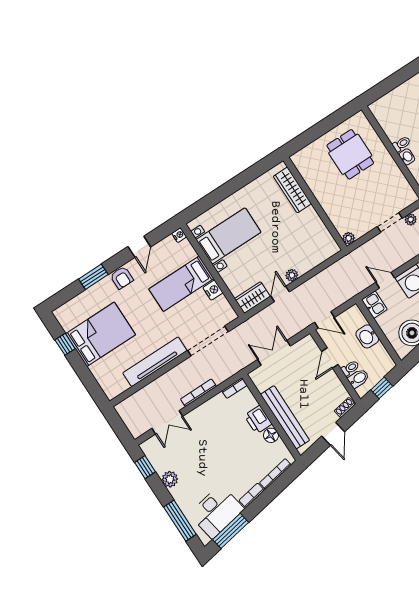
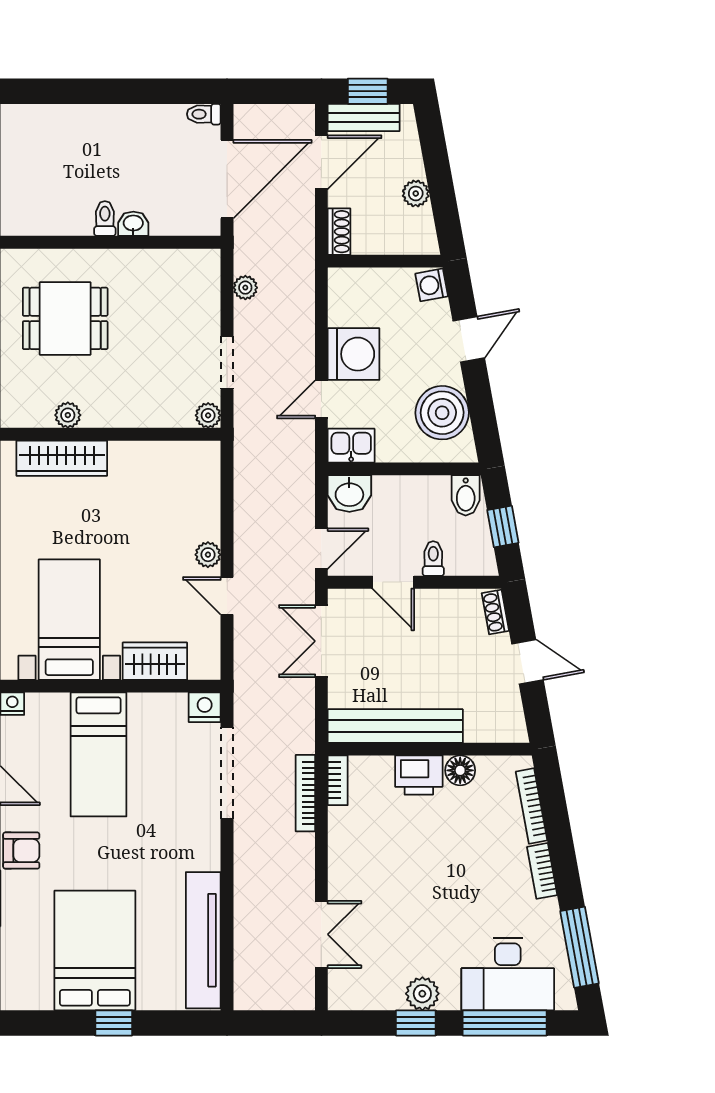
plant: (312, 181) -> (68, 415), added
doorway: (390, 222) -> (227, 363), moved
nightstand: (213, 290) -> (205, 707), moved
wardrobe: (252, 298) -> (155, 661), moved, turned 90
washbasin: (367, 336) -> (349, 494), moved
window: (65, 344) -> (114, 1023), moved
double door: (274, 353) -> (321, 641), moved
tv unit: (155, 362) -> (203, 940), moved
bidet: (358, 378) -> (466, 495), moved, turned 180
bookcase: (198, 393) -> (305, 793), moved
bench: (285, 417) -> (395, 726), moved
window: (145, 467) -> (416, 1023), moved
desk: (217, 512) -> (508, 974), moved, turned 100

